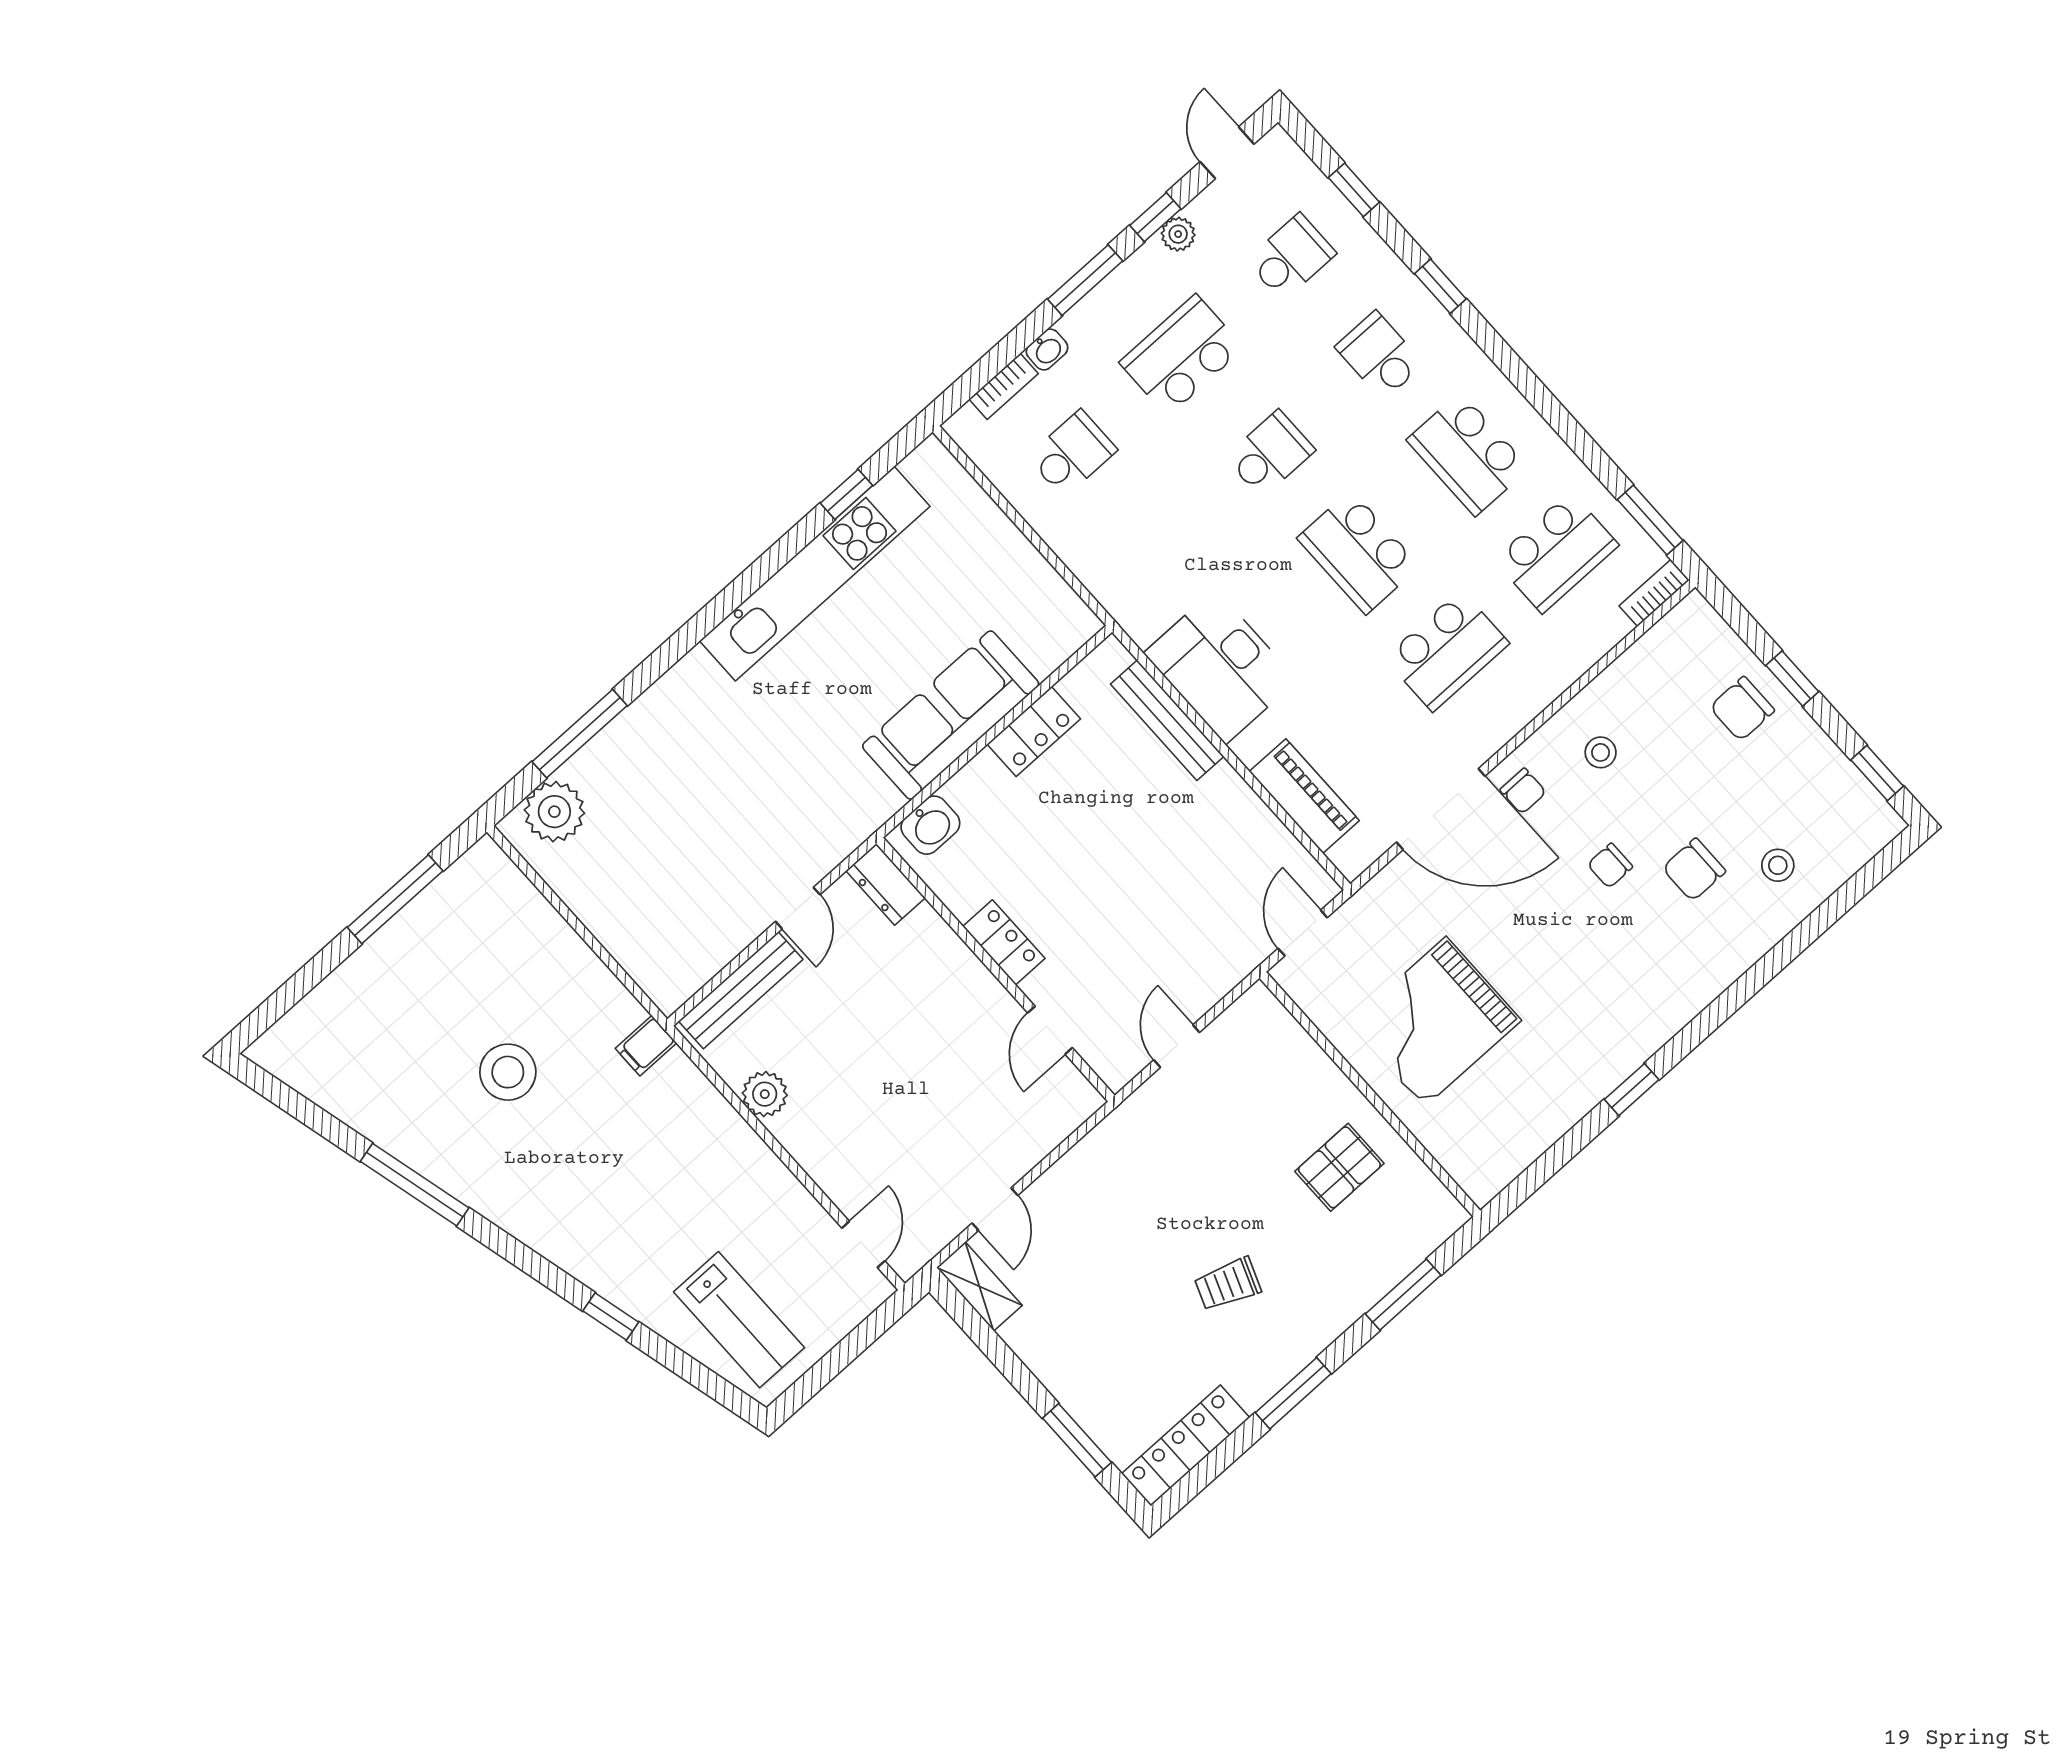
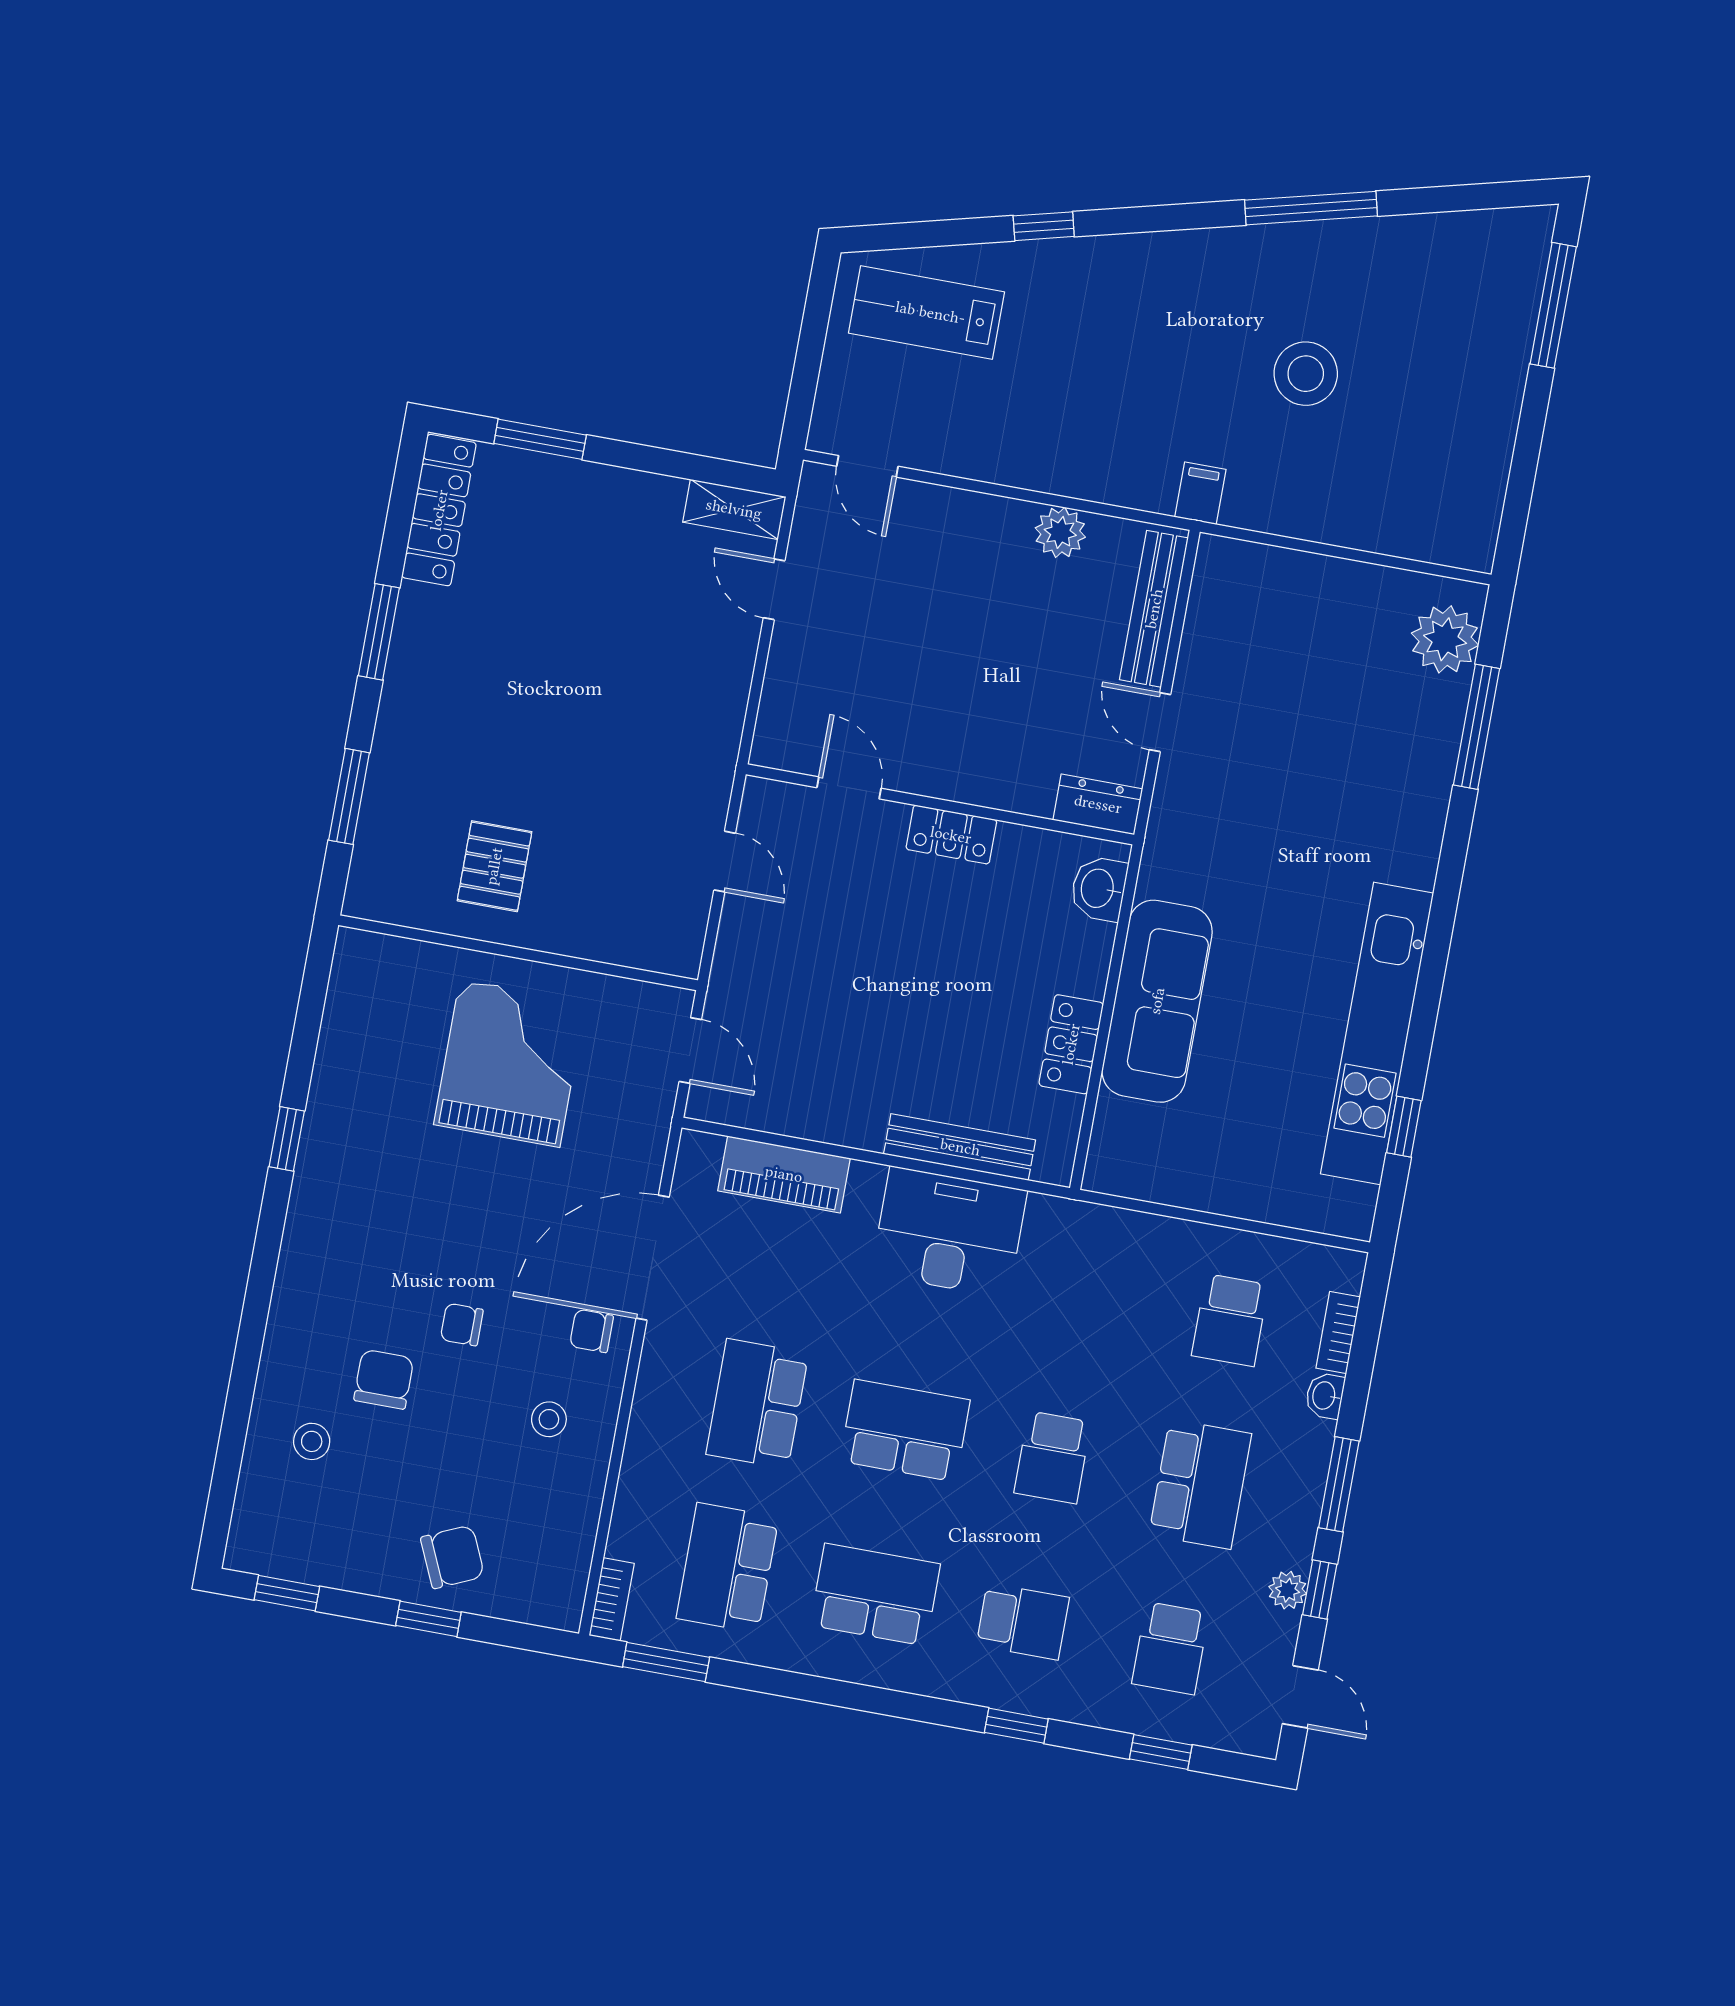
chair: (1742, 709) -> (452, 1557), turned 66
chair: (1610, 866) -> (462, 1325), turned -90
window: (395, 899) -> (1553, 305), moved
trolley: (1228, 1284) -> (513, 684), removed

